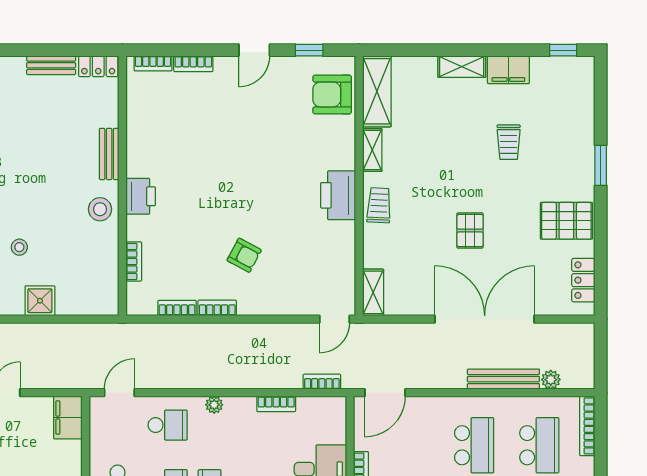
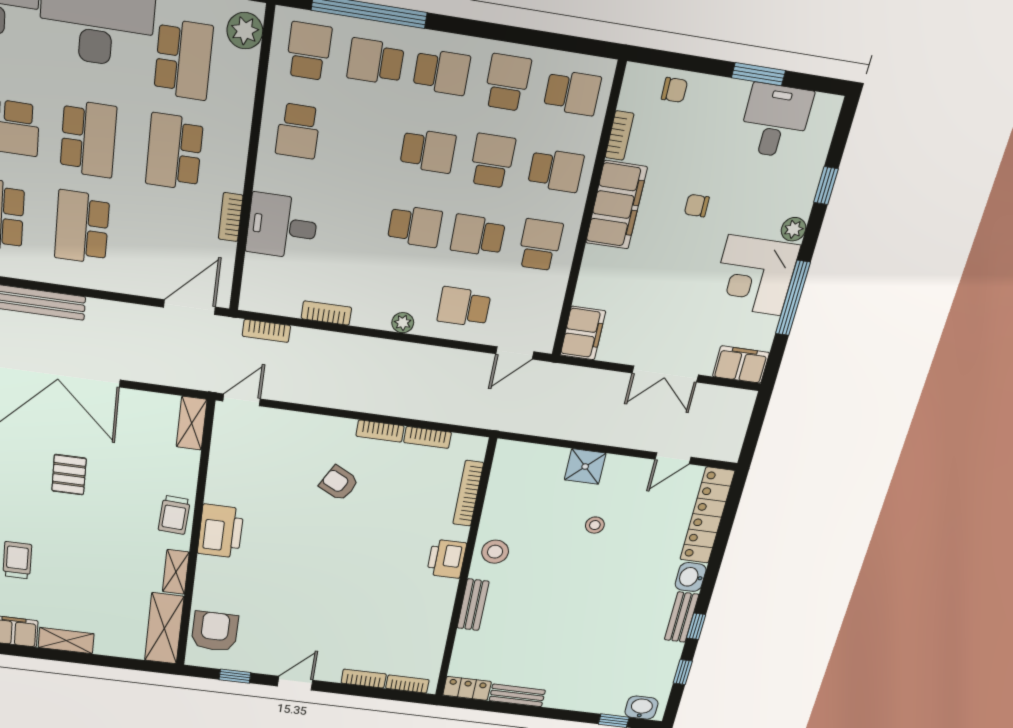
armchair: (332, 94) -> (215, 631), turned -90
bookcase: (134, 262) -> (468, 493), width x1.56

